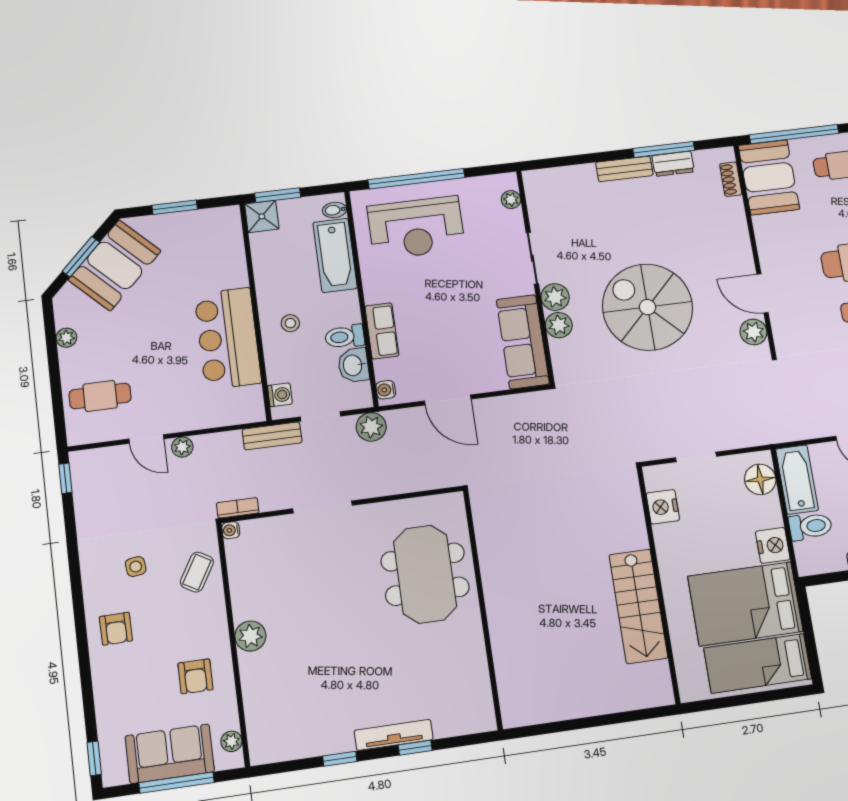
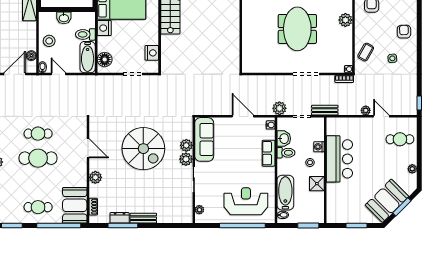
shower: (262, 216) -> (317, 184), moved
plant: (753, 332) -> (95, 177), moved
washing machine: (280, 395) -> (319, 147), moved
meeting table: (425, 574) -> (297, 29), moved

